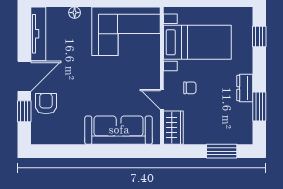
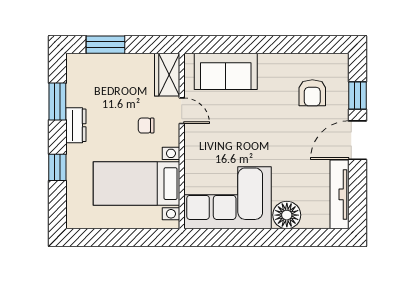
floor lamp: (75, 13) -> (287, 215), width x1.89, depth x1.89
window: (259, 36) -> (57, 167), moved
armchair: (46, 104) -> (312, 93), moved
sofa: (119, 130) -> (226, 71), width x0.73

